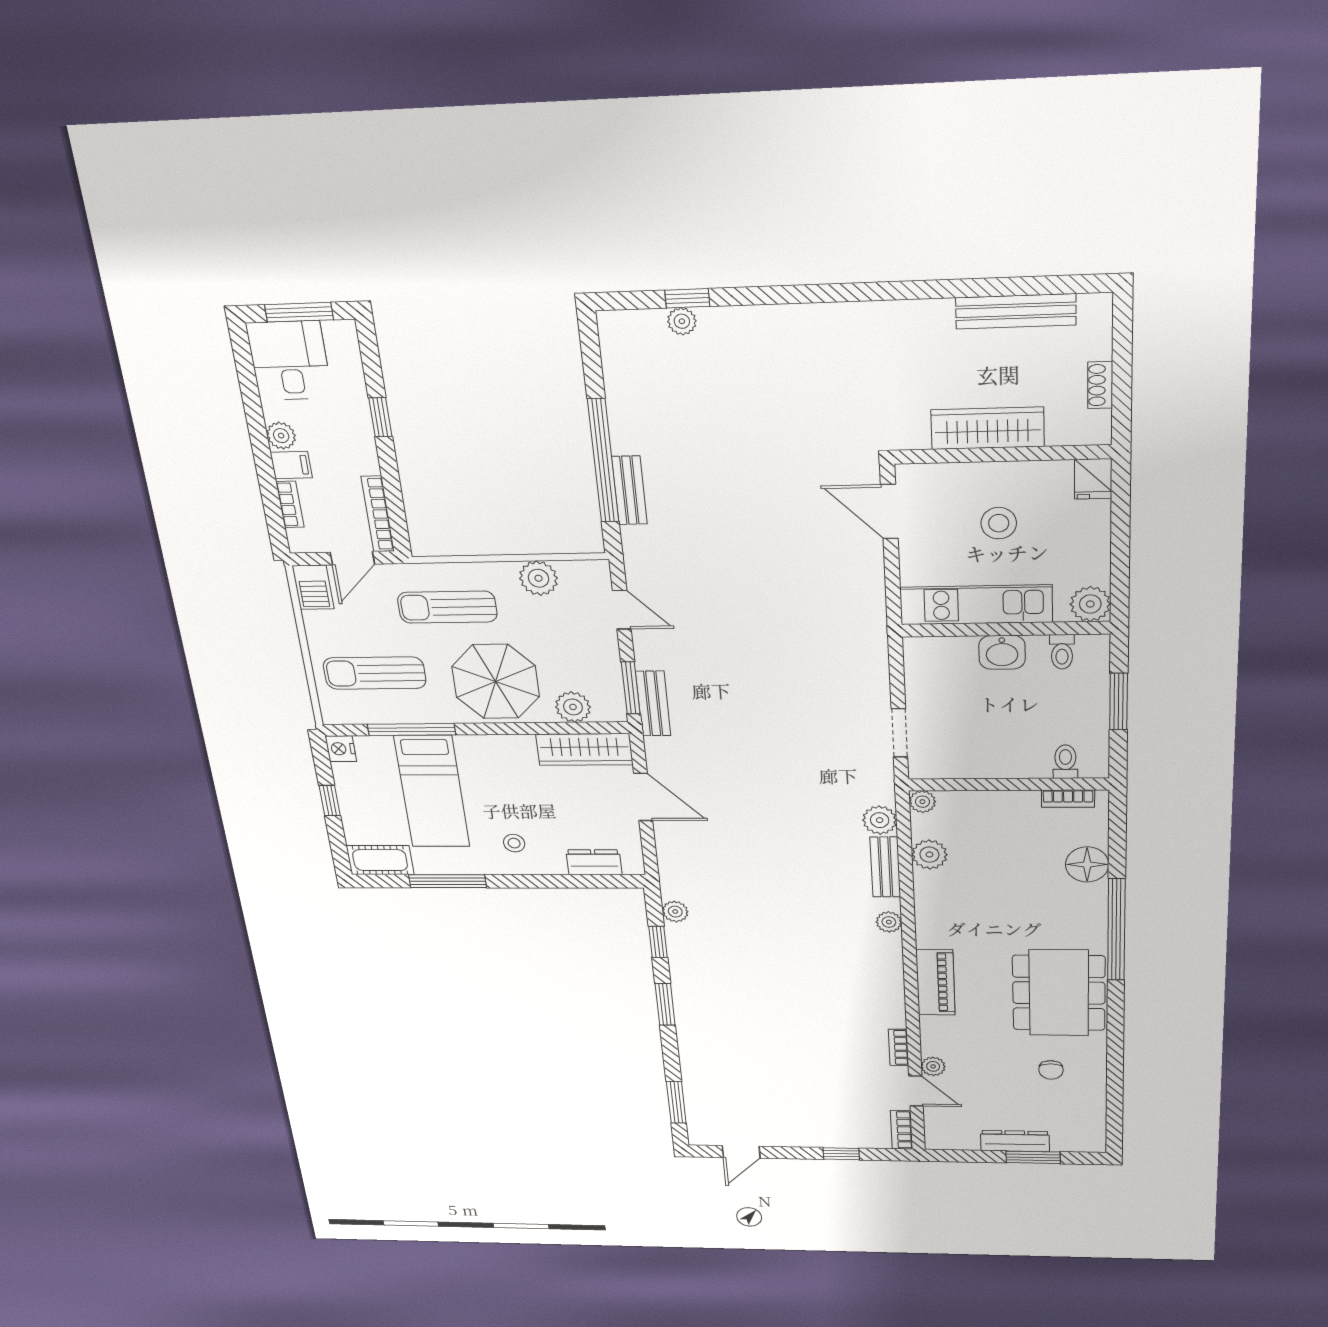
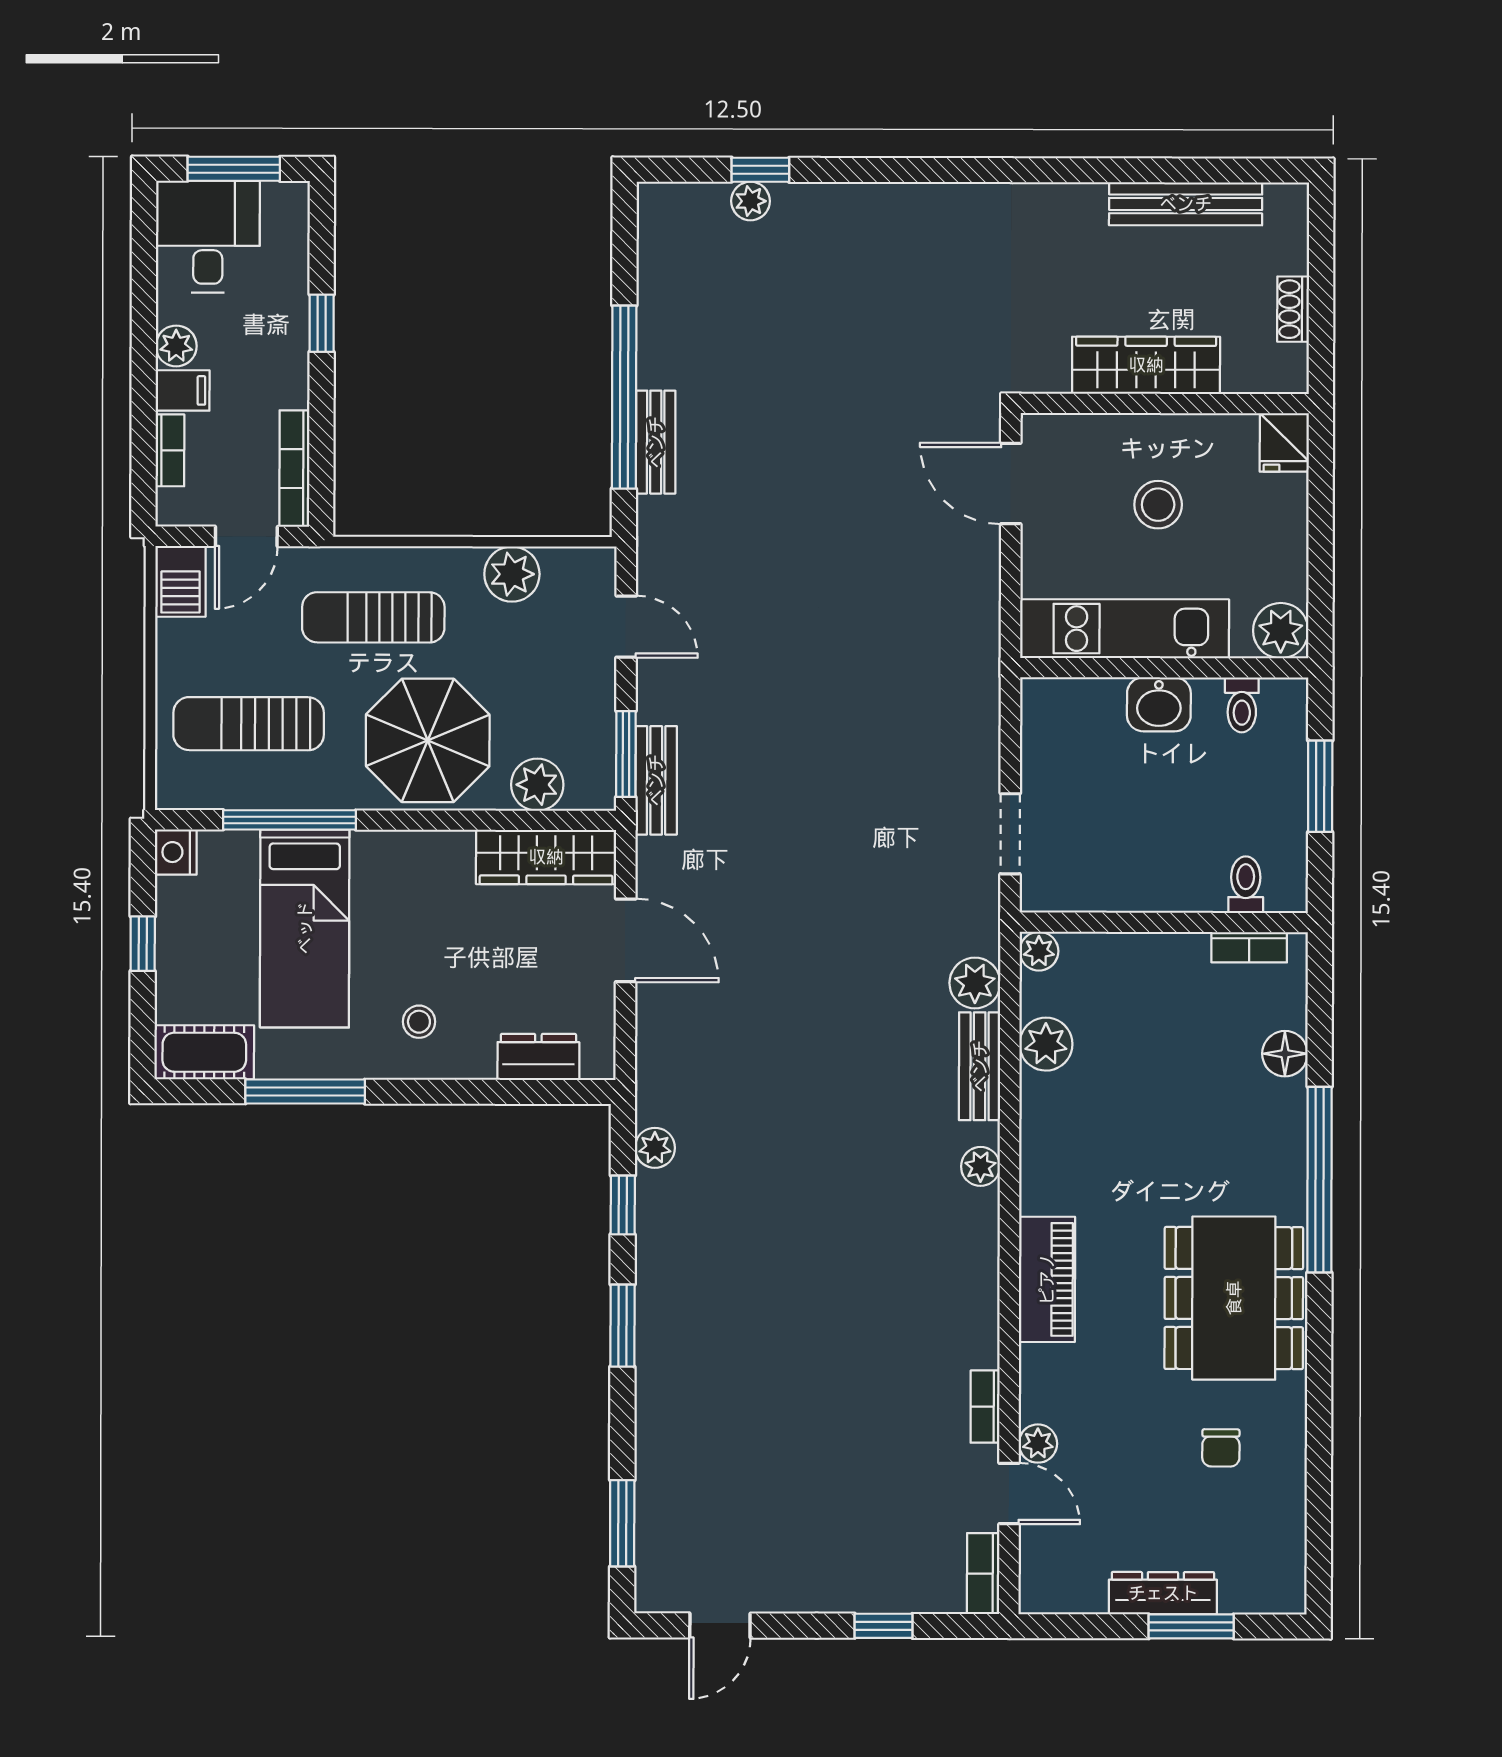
floor lamp: (1087, 864) -> (1285, 1054), width x0.73, depth x0.73

